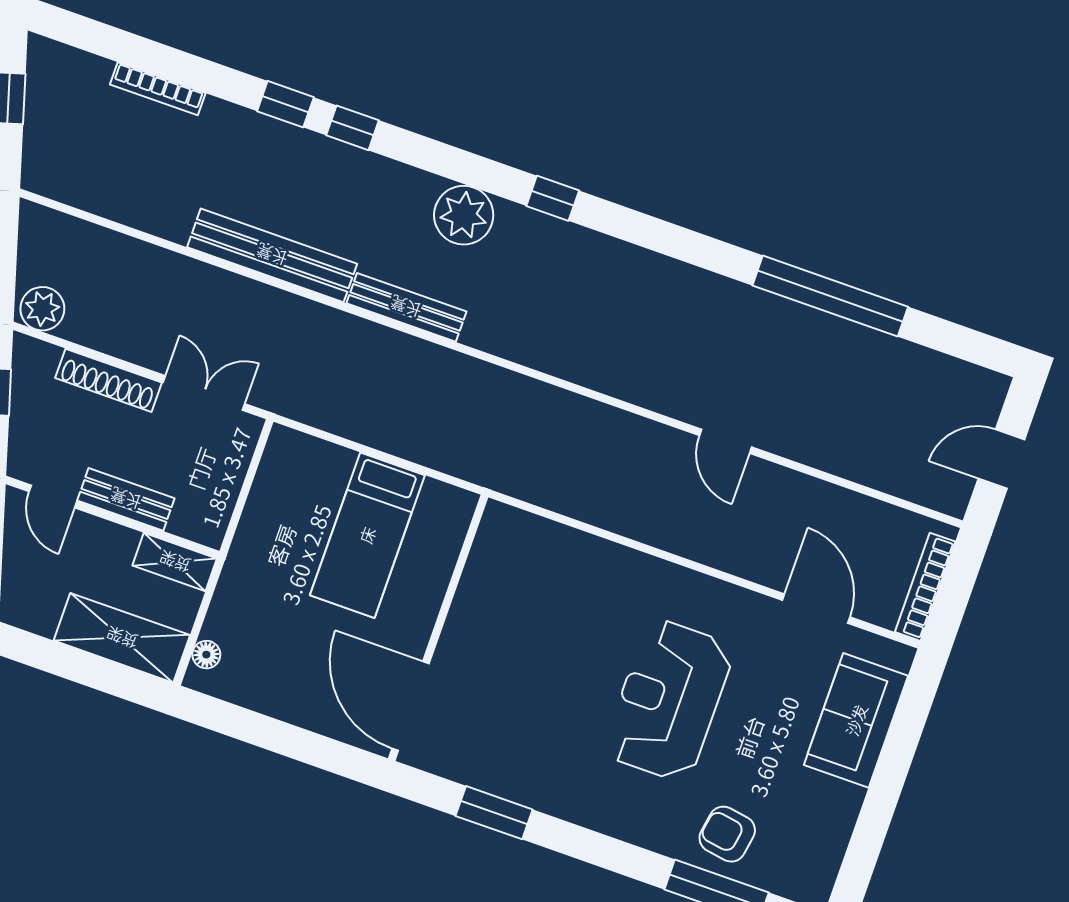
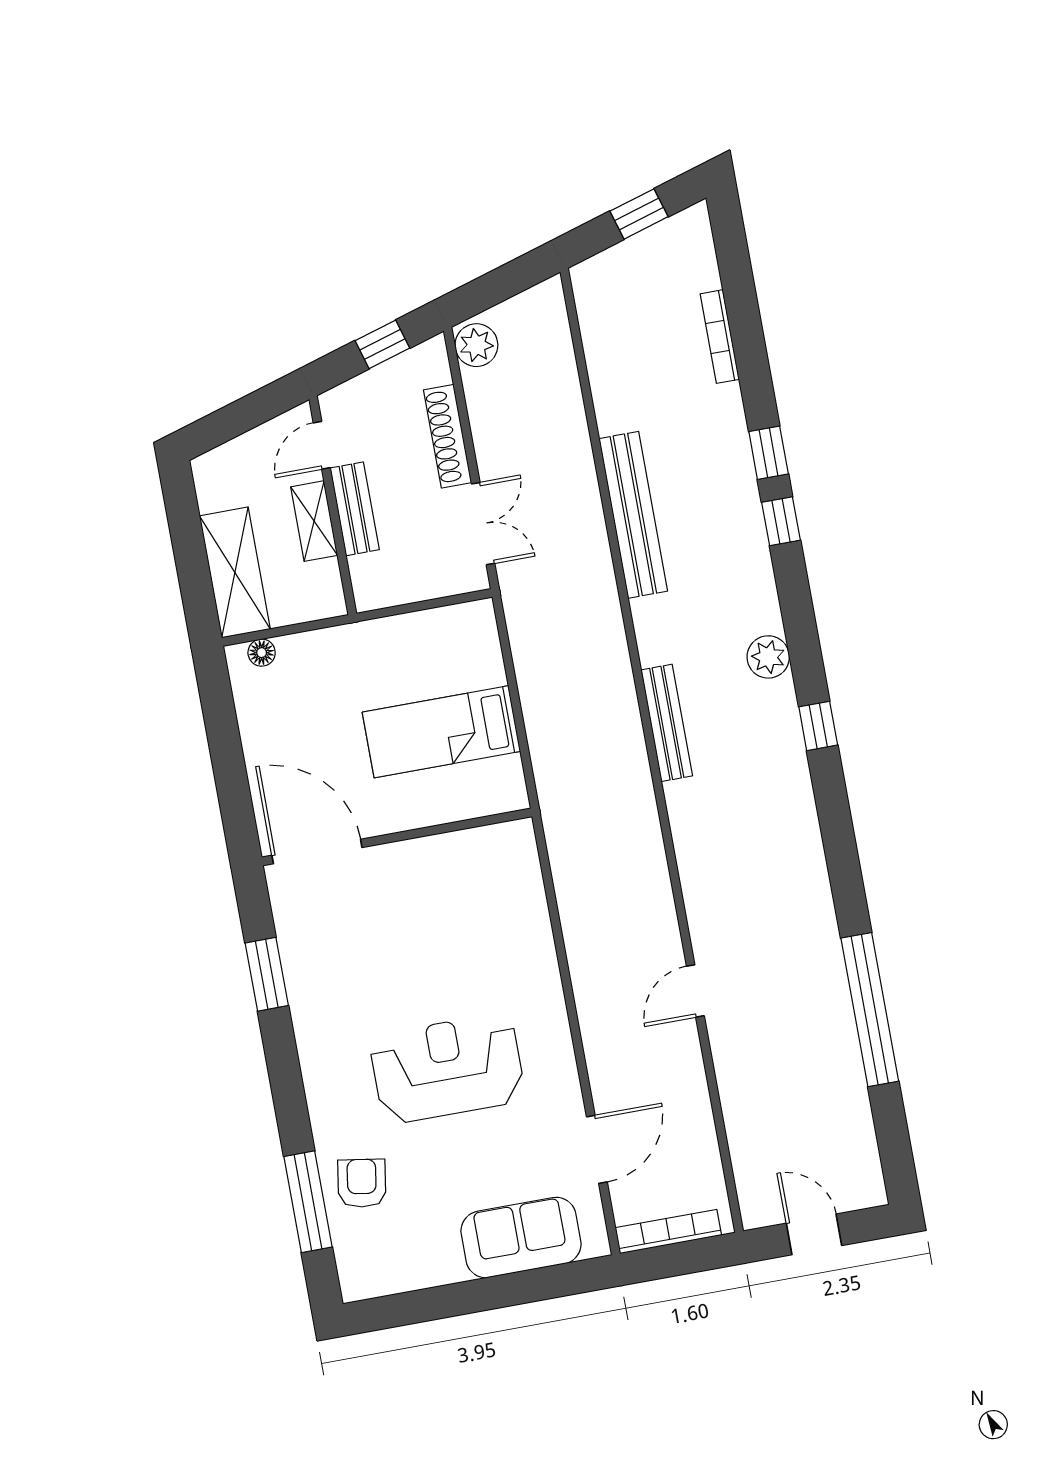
plant: (464, 215) -> (768, 657), width x0.73, depth x0.73
bench: (406, 307) -> (667, 723), moved
shelving: (175, 562) -> (314, 521), moved
door: (411, 706) -> (317, 851), hinge flipped

